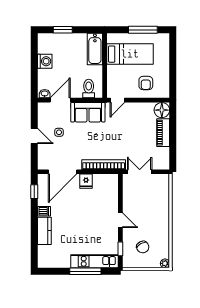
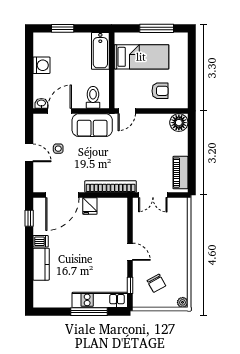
armchair: (146, 83) -> (160, 91), turned -90
piano: (163, 133) -> (180, 173), moved
double door: (140, 172) -> (153, 195), swing flipped

